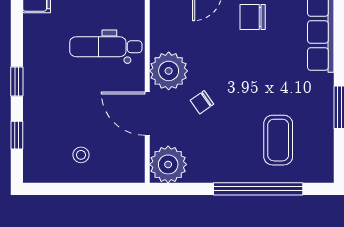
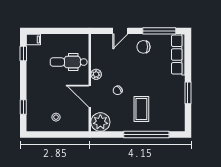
plant: (169, 71) -> (96, 74), width x0.53, depth x0.53
window: (17, 81) -> (23, 53), moved
coffee table: (278, 140) -> (141, 109), moved

